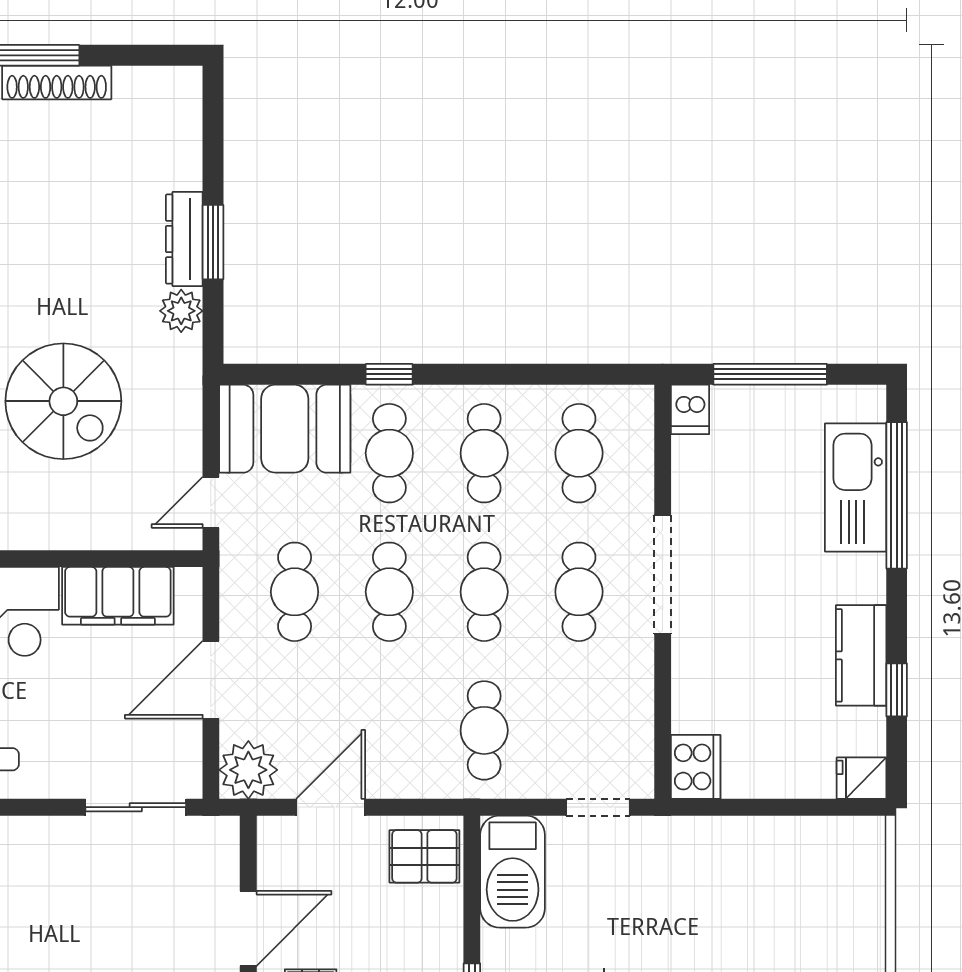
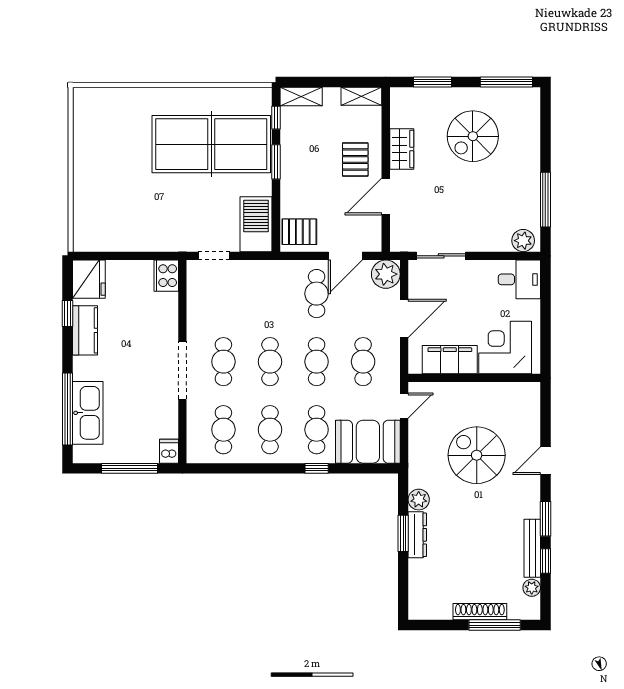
cafe table: (484, 730) -> (317, 294), moved
fridge: (862, 778) -> (89, 279), width x1.88, depth x1.34

